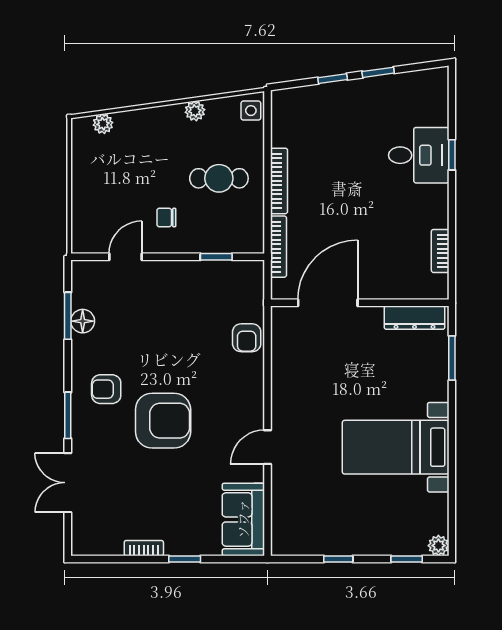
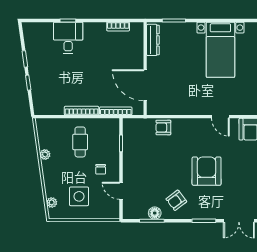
side table: (251, 111) -> (79, 196), moved, width x1.87, depth x1.87
armchair: (247, 338) -> (163, 127), turned 180
armchair: (106, 389) -> (176, 200), moved, turned 53

